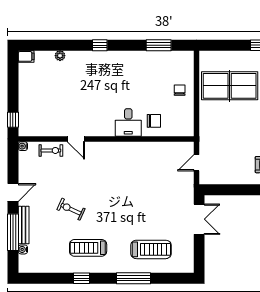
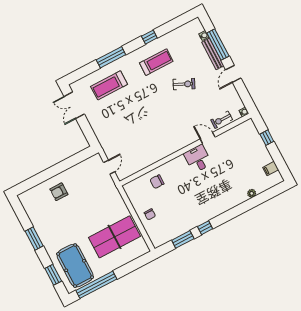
window: (100, 45) -> (205, 228), moved
filing cabinet: (26, 56) -> (271, 169), moved
window: (13, 120) -> (267, 138), moved
desk: (128, 122) -> (198, 159), moved
double door: (199, 219) -> (74, 105), moved

